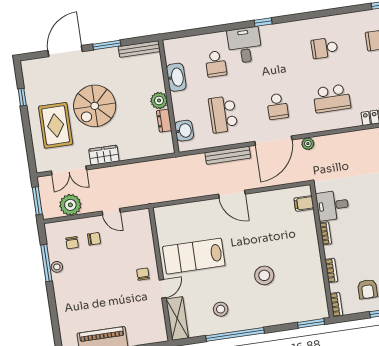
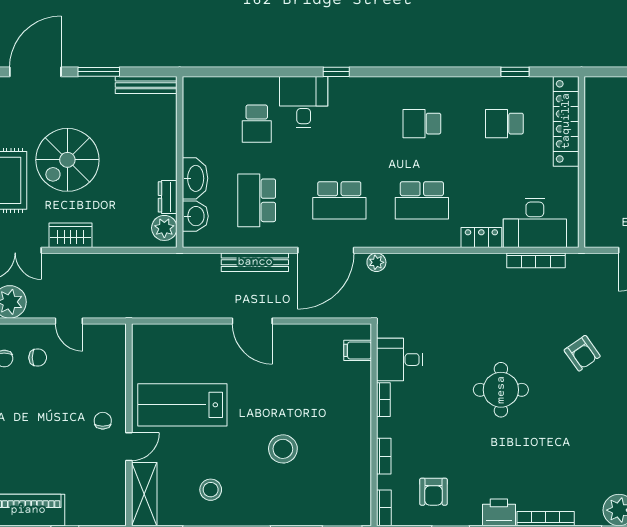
washbasin: (176, 77) -> (195, 178), moved
plant: (159, 100) -> (164, 228), moved
school desk: (277, 106) -> (339, 200), width x1.85

